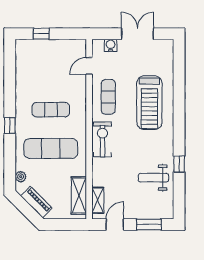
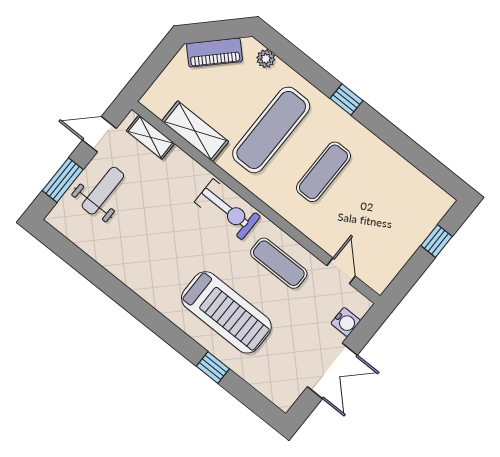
treadmill: (149, 103) -> (226, 312), turned 180
window: (179, 164) -> (213, 367), moved
weight bench: (153, 178) -> (103, 191), moved
shelving: (79, 196) -> (195, 131), moved
door: (115, 224) -> (99, 134), swing flipped

